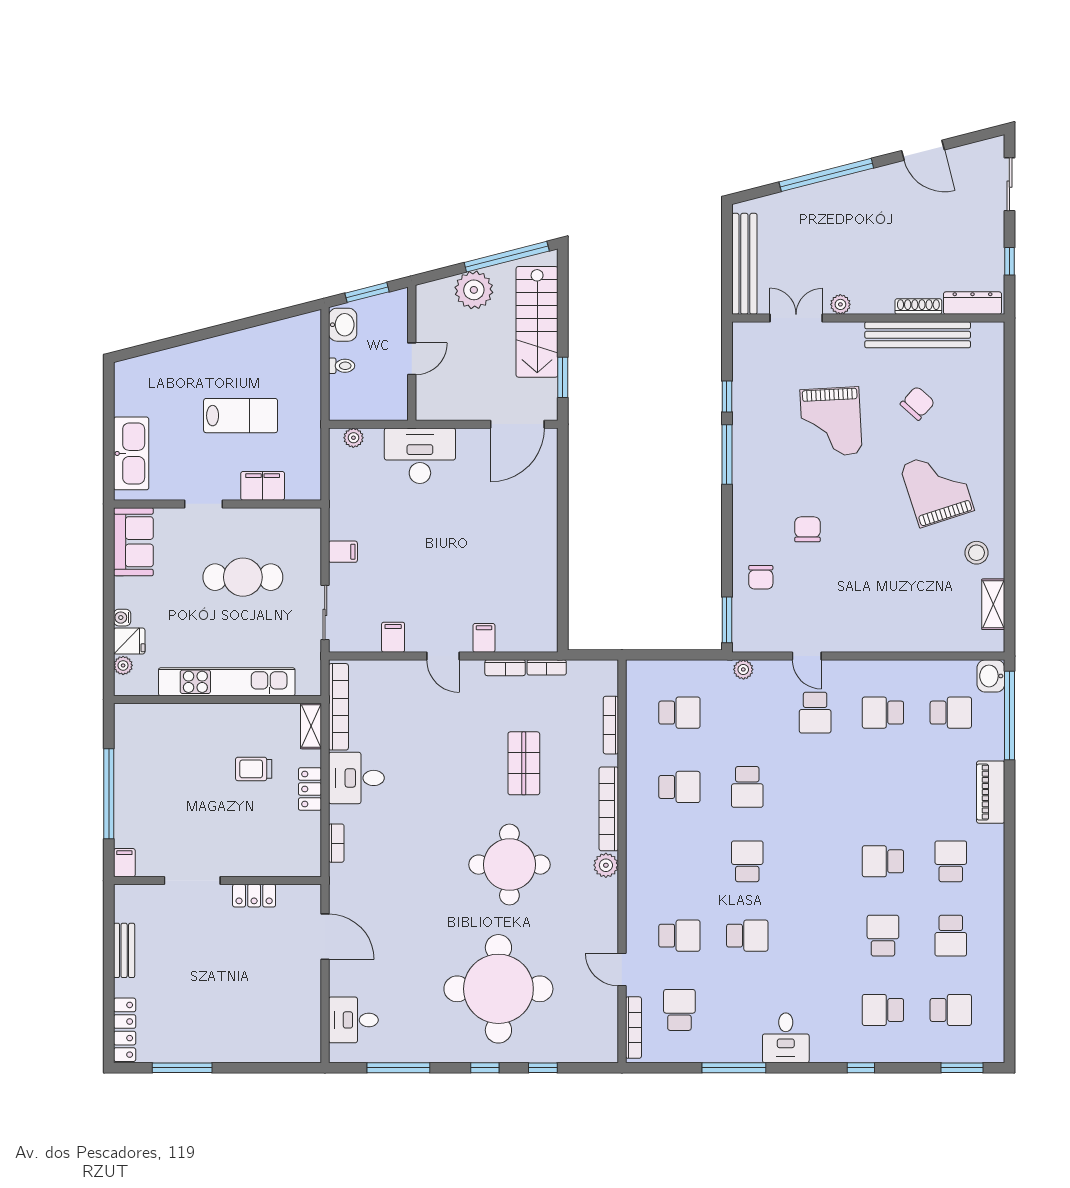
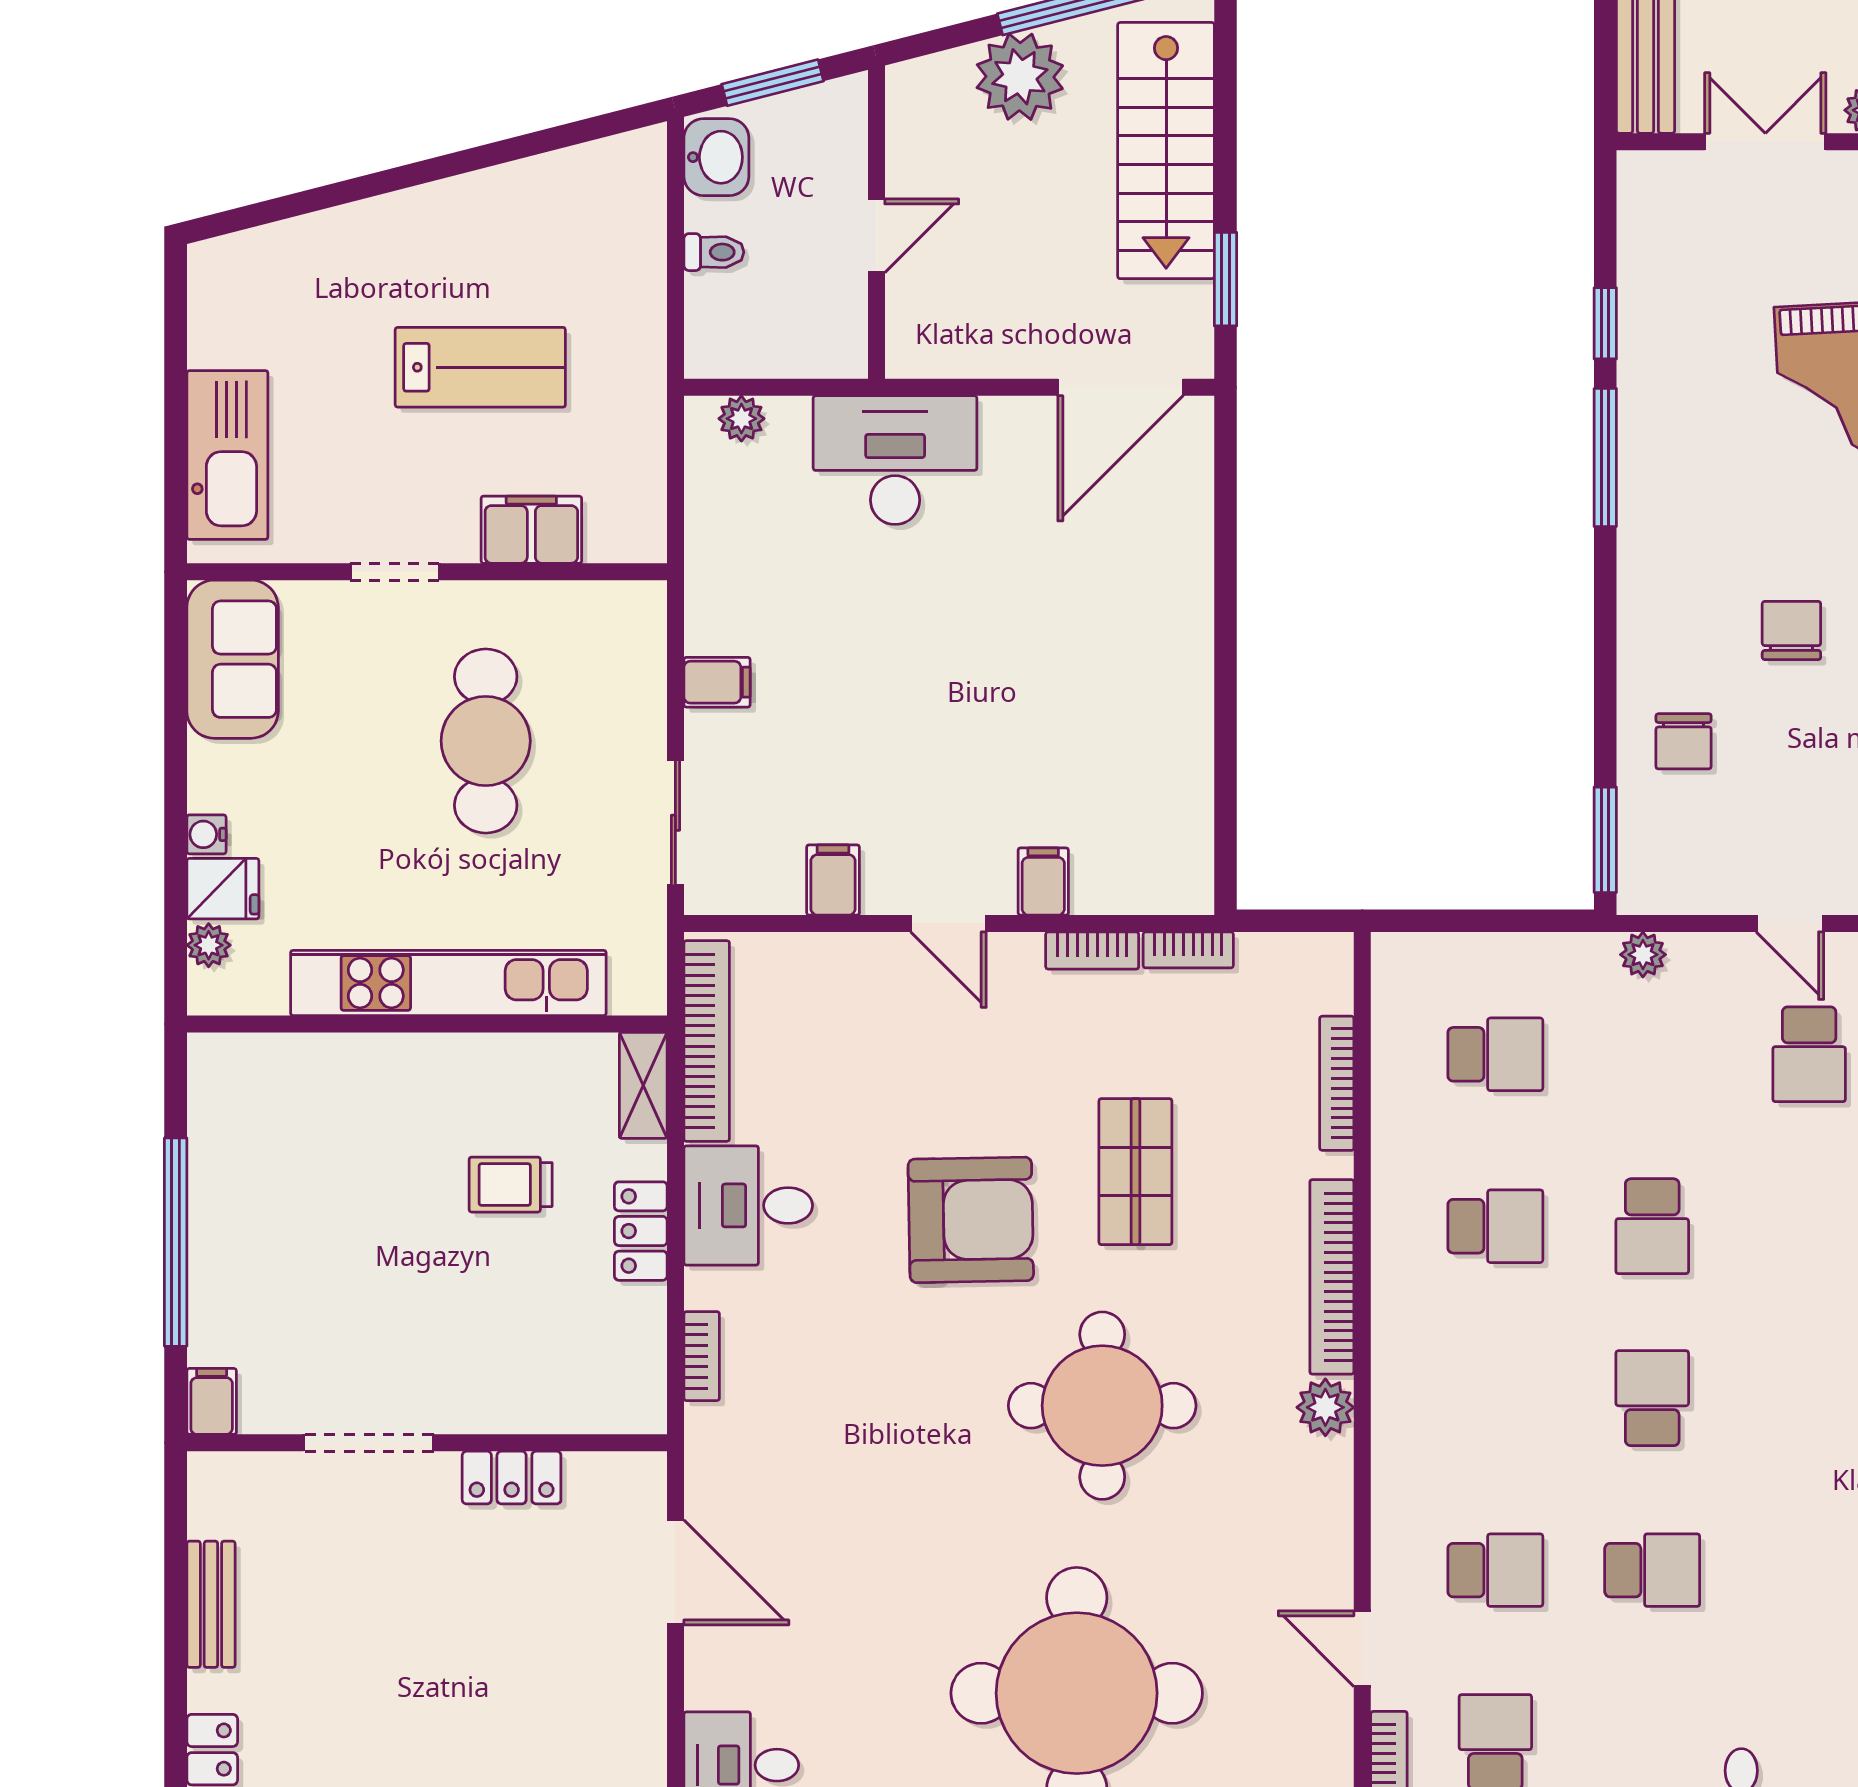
cafe table: (243, 577) -> (486, 741), turned 90
armchair: (453, 784) -> (971, 1220), added

